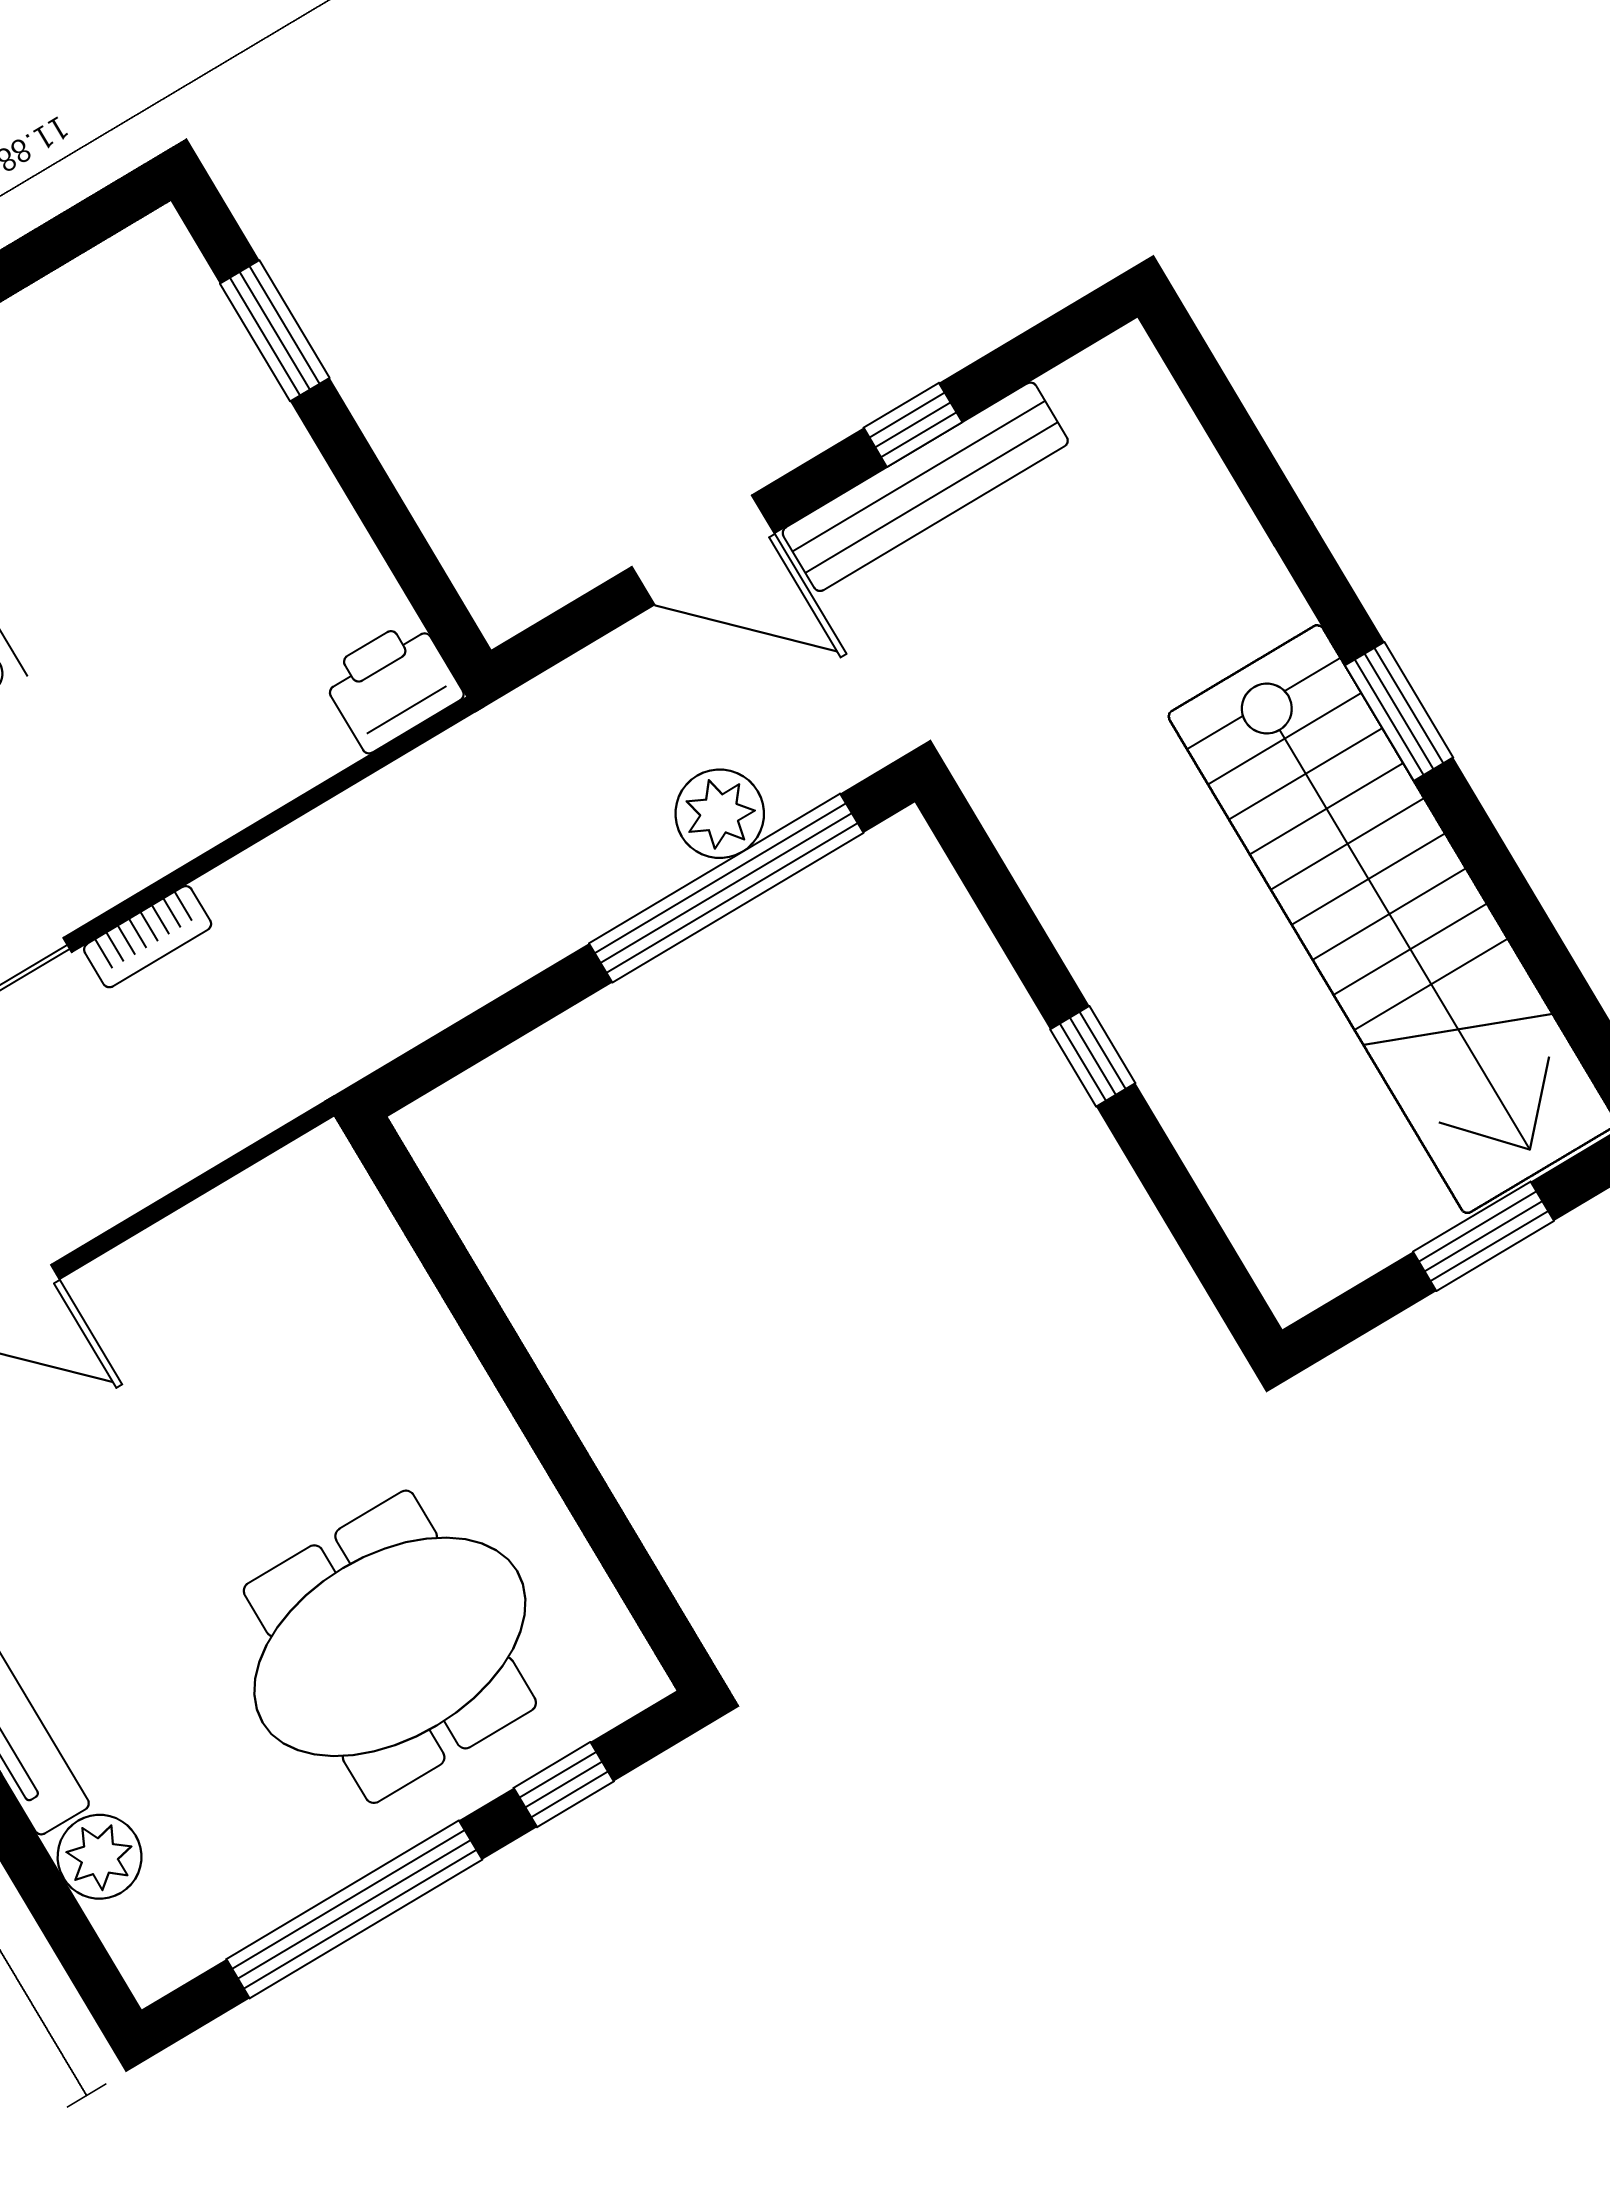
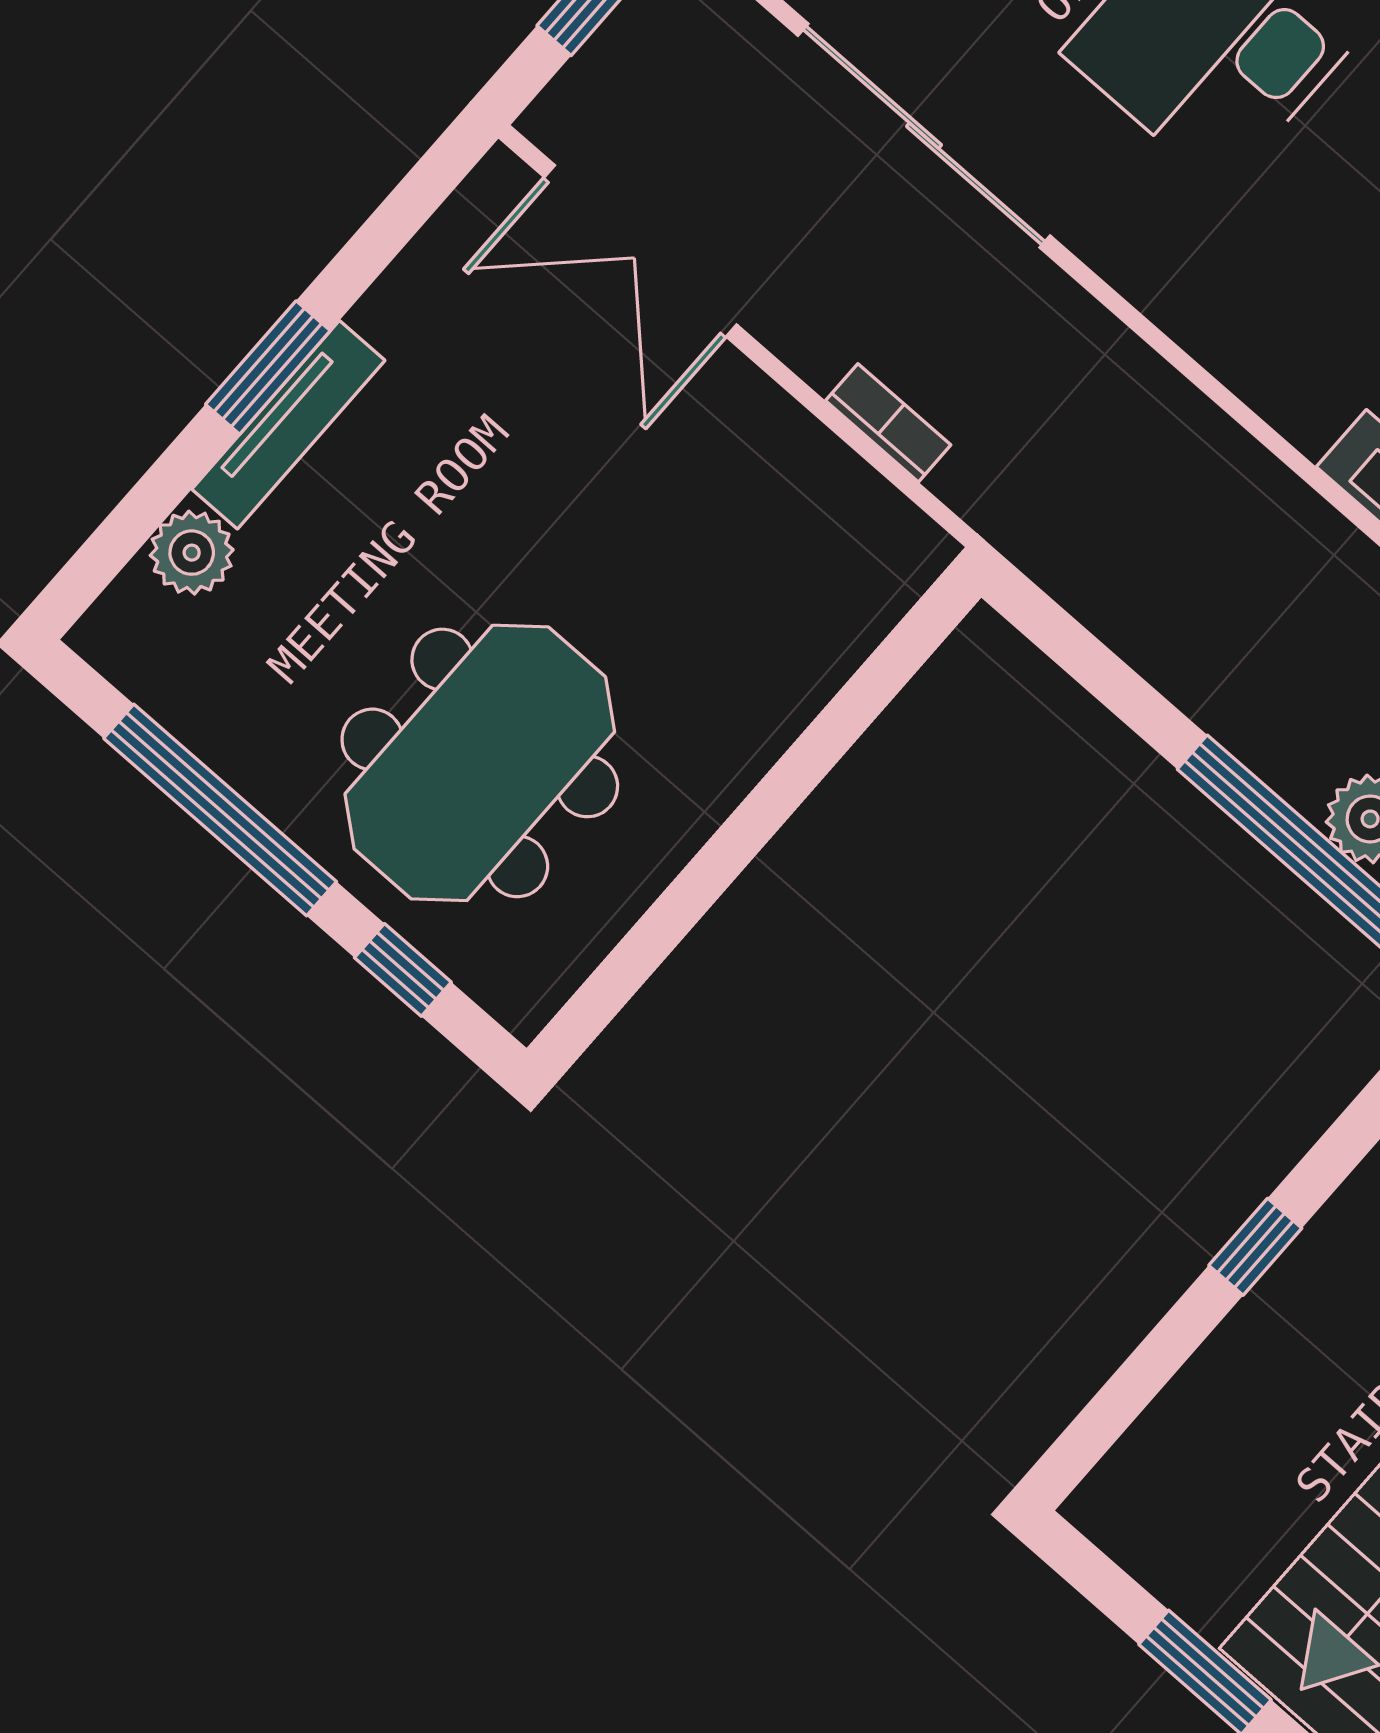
bookcase: (148, 937) -> (888, 423), moved, turned 180
meeting table: (390, 1647) -> (480, 763), turned 90

